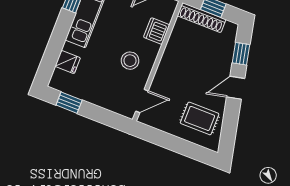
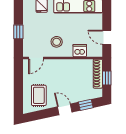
door: (142, 101) -> (36, 58), hinge flipped
window: (69, 103) -> (18, 32), moved

